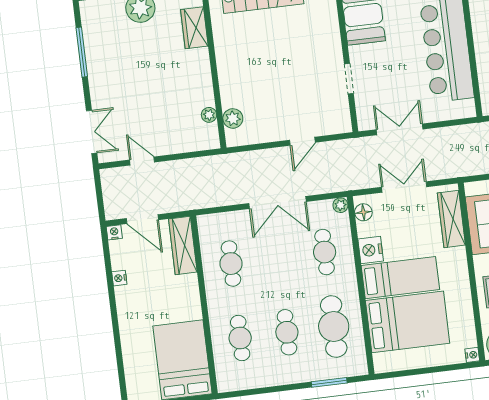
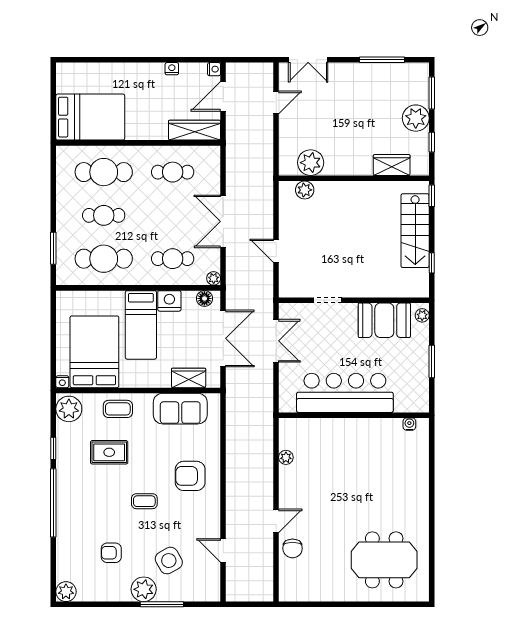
plant: (209, 115) -> (311, 163), width x1.88, depth x1.88
double door: (404, 187) -> (223, 338), width x1.37
wardrobe: (451, 219) -> (189, 378), width x0.67
bed: (408, 322) -> (94, 352), moved, turned 180
cafe table: (240, 338) -> (104, 172), width x1.37, depth x1.35

